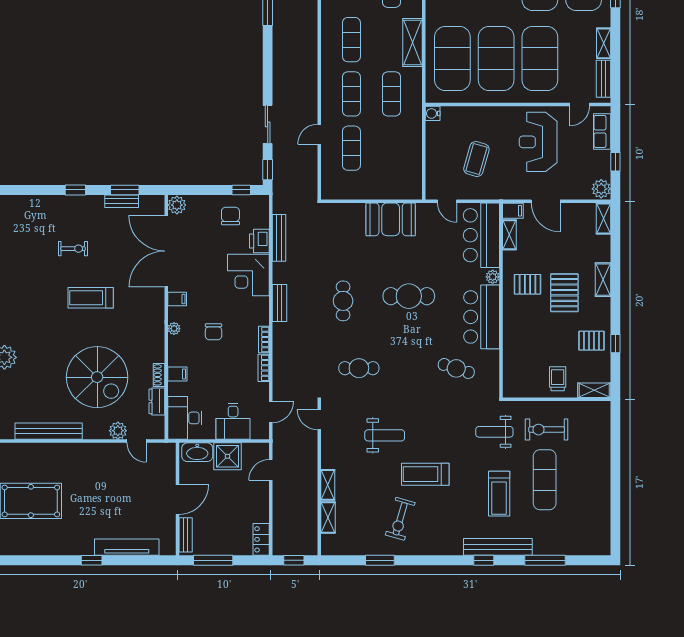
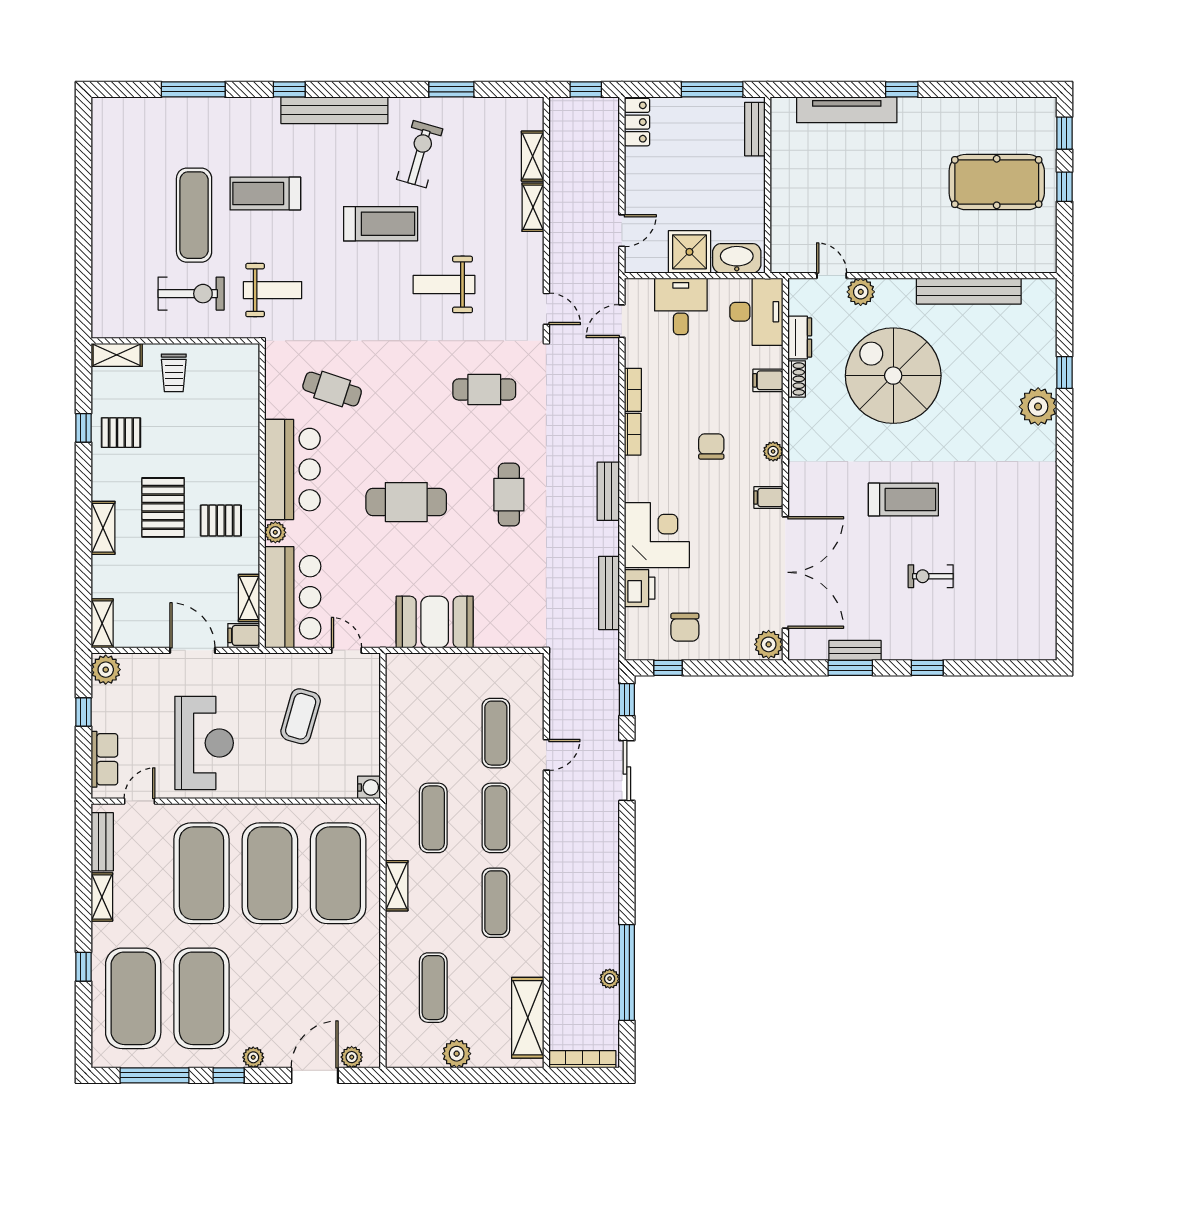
shelving: (413, 42) -> (397, 886), width x0.67, depth x0.75
treadmill: (499, 494) -> (265, 194), turned -90
door: (177, 500) -> (768, 184), removed
bench: (498, 547) -> (334, 110), moved

